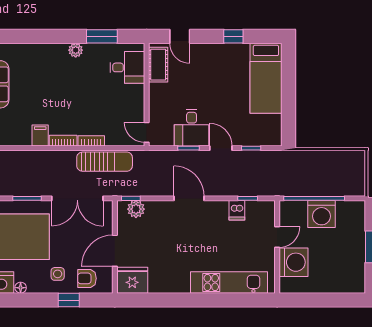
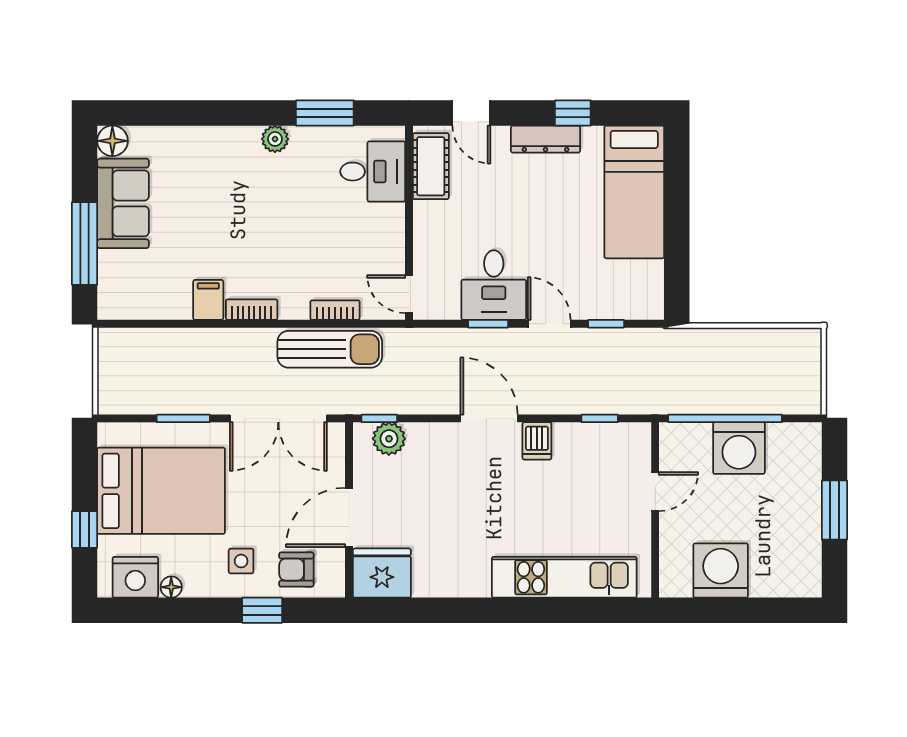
dresser: (219, 50) -> (546, 139), added
bookcase: (91, 141) -> (335, 310), moved
dishwasher: (237, 210) -> (537, 441), moved
washing machine: (294, 262) -> (721, 570), moved, turned -90

